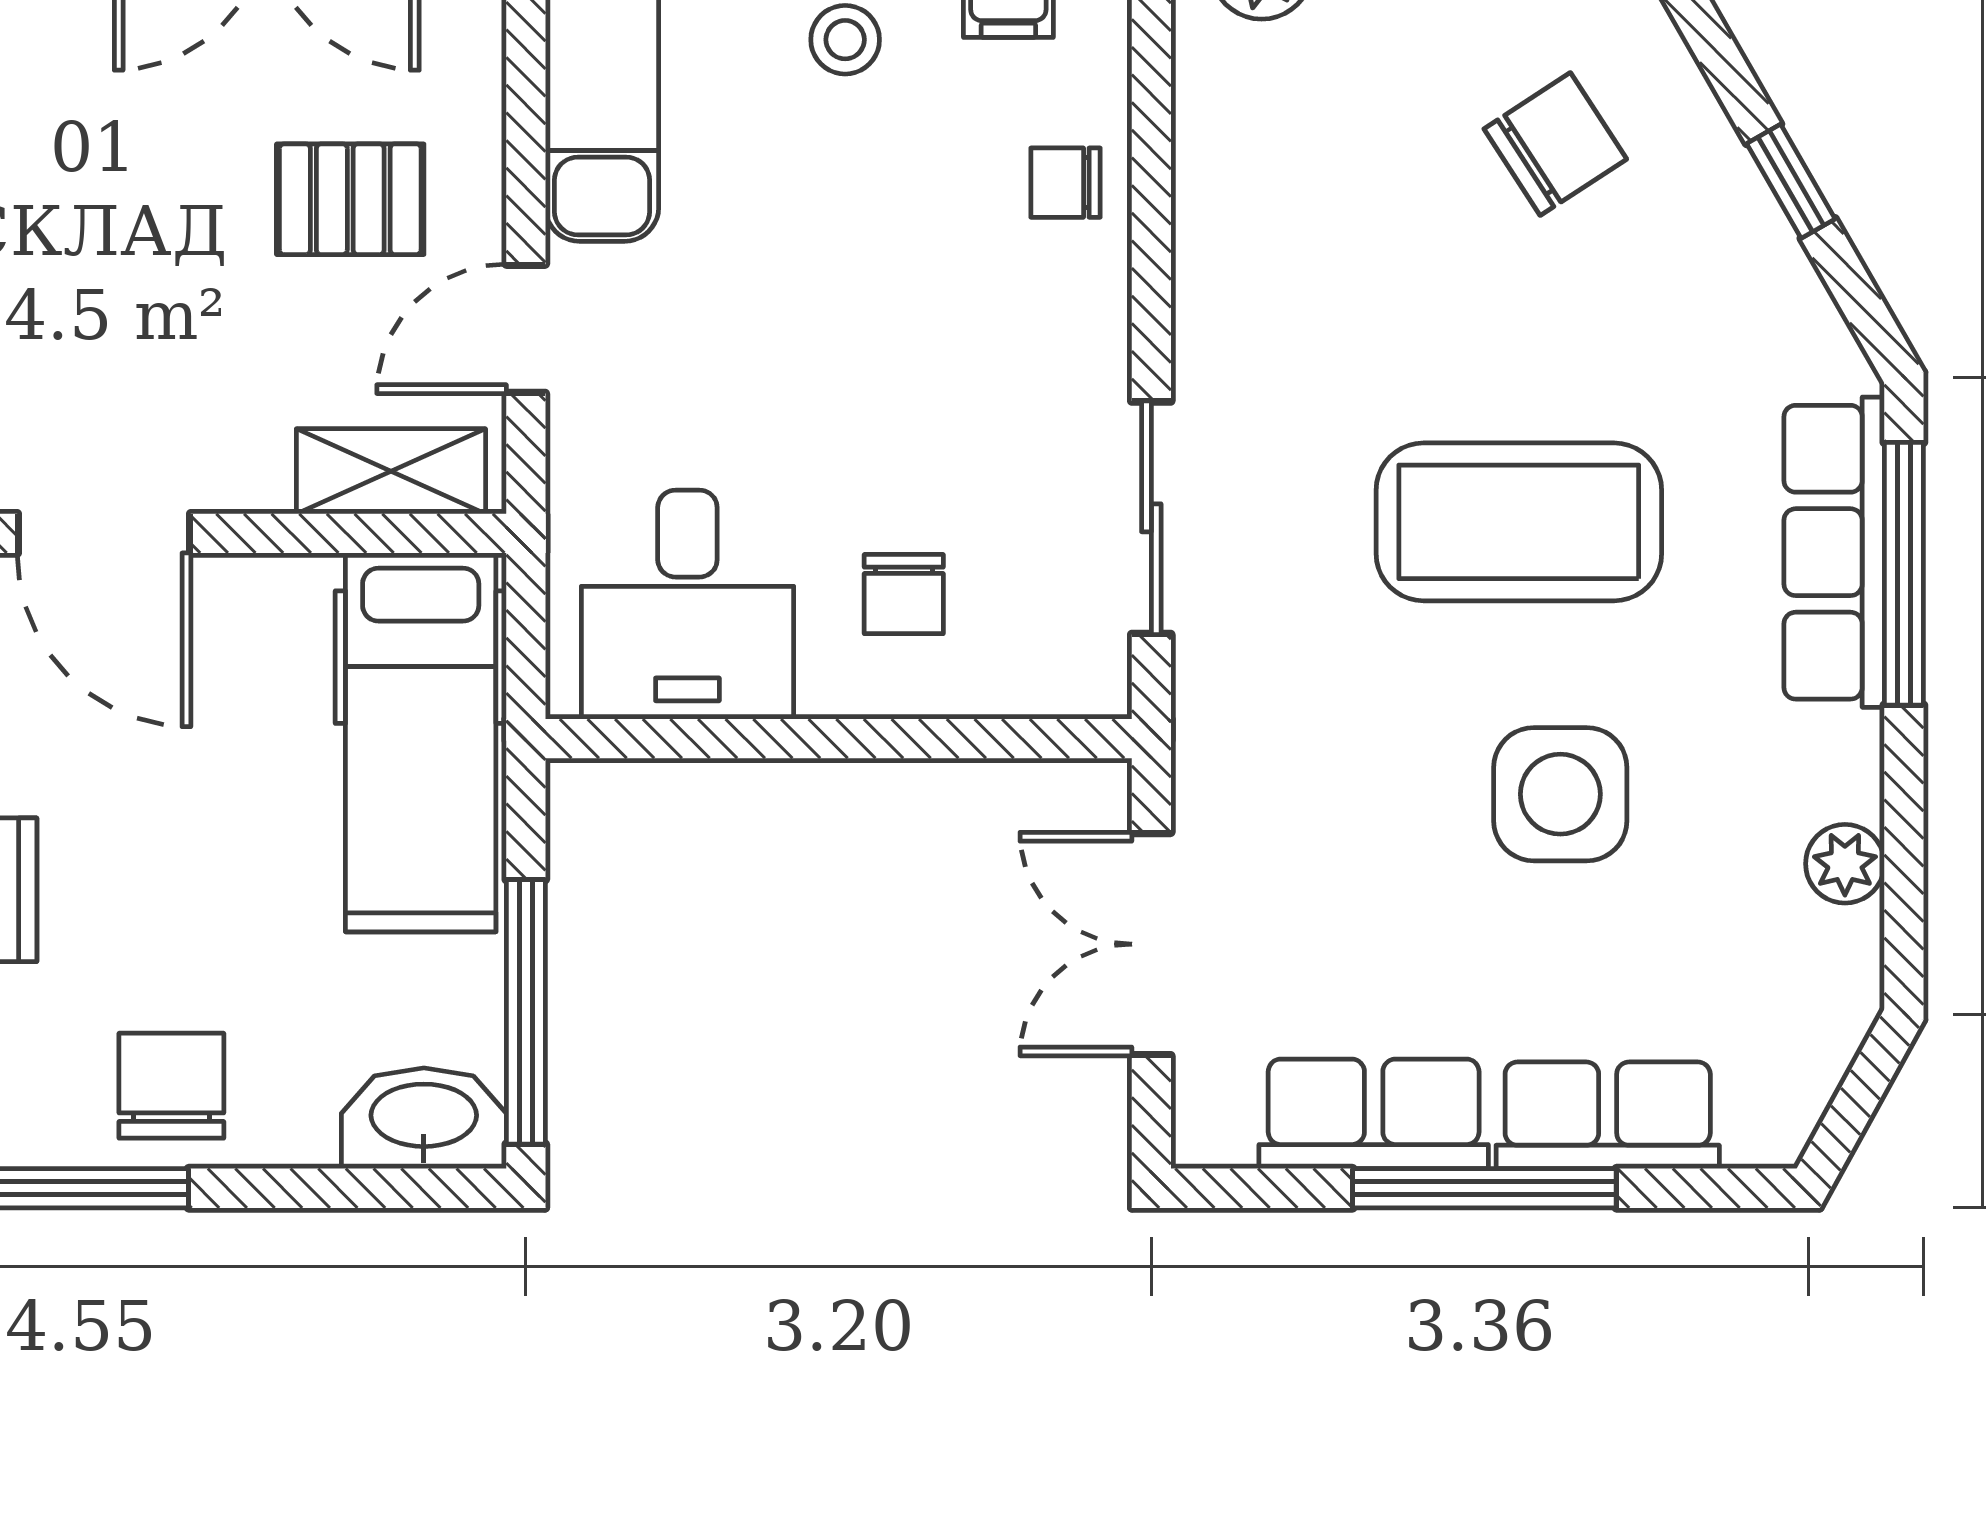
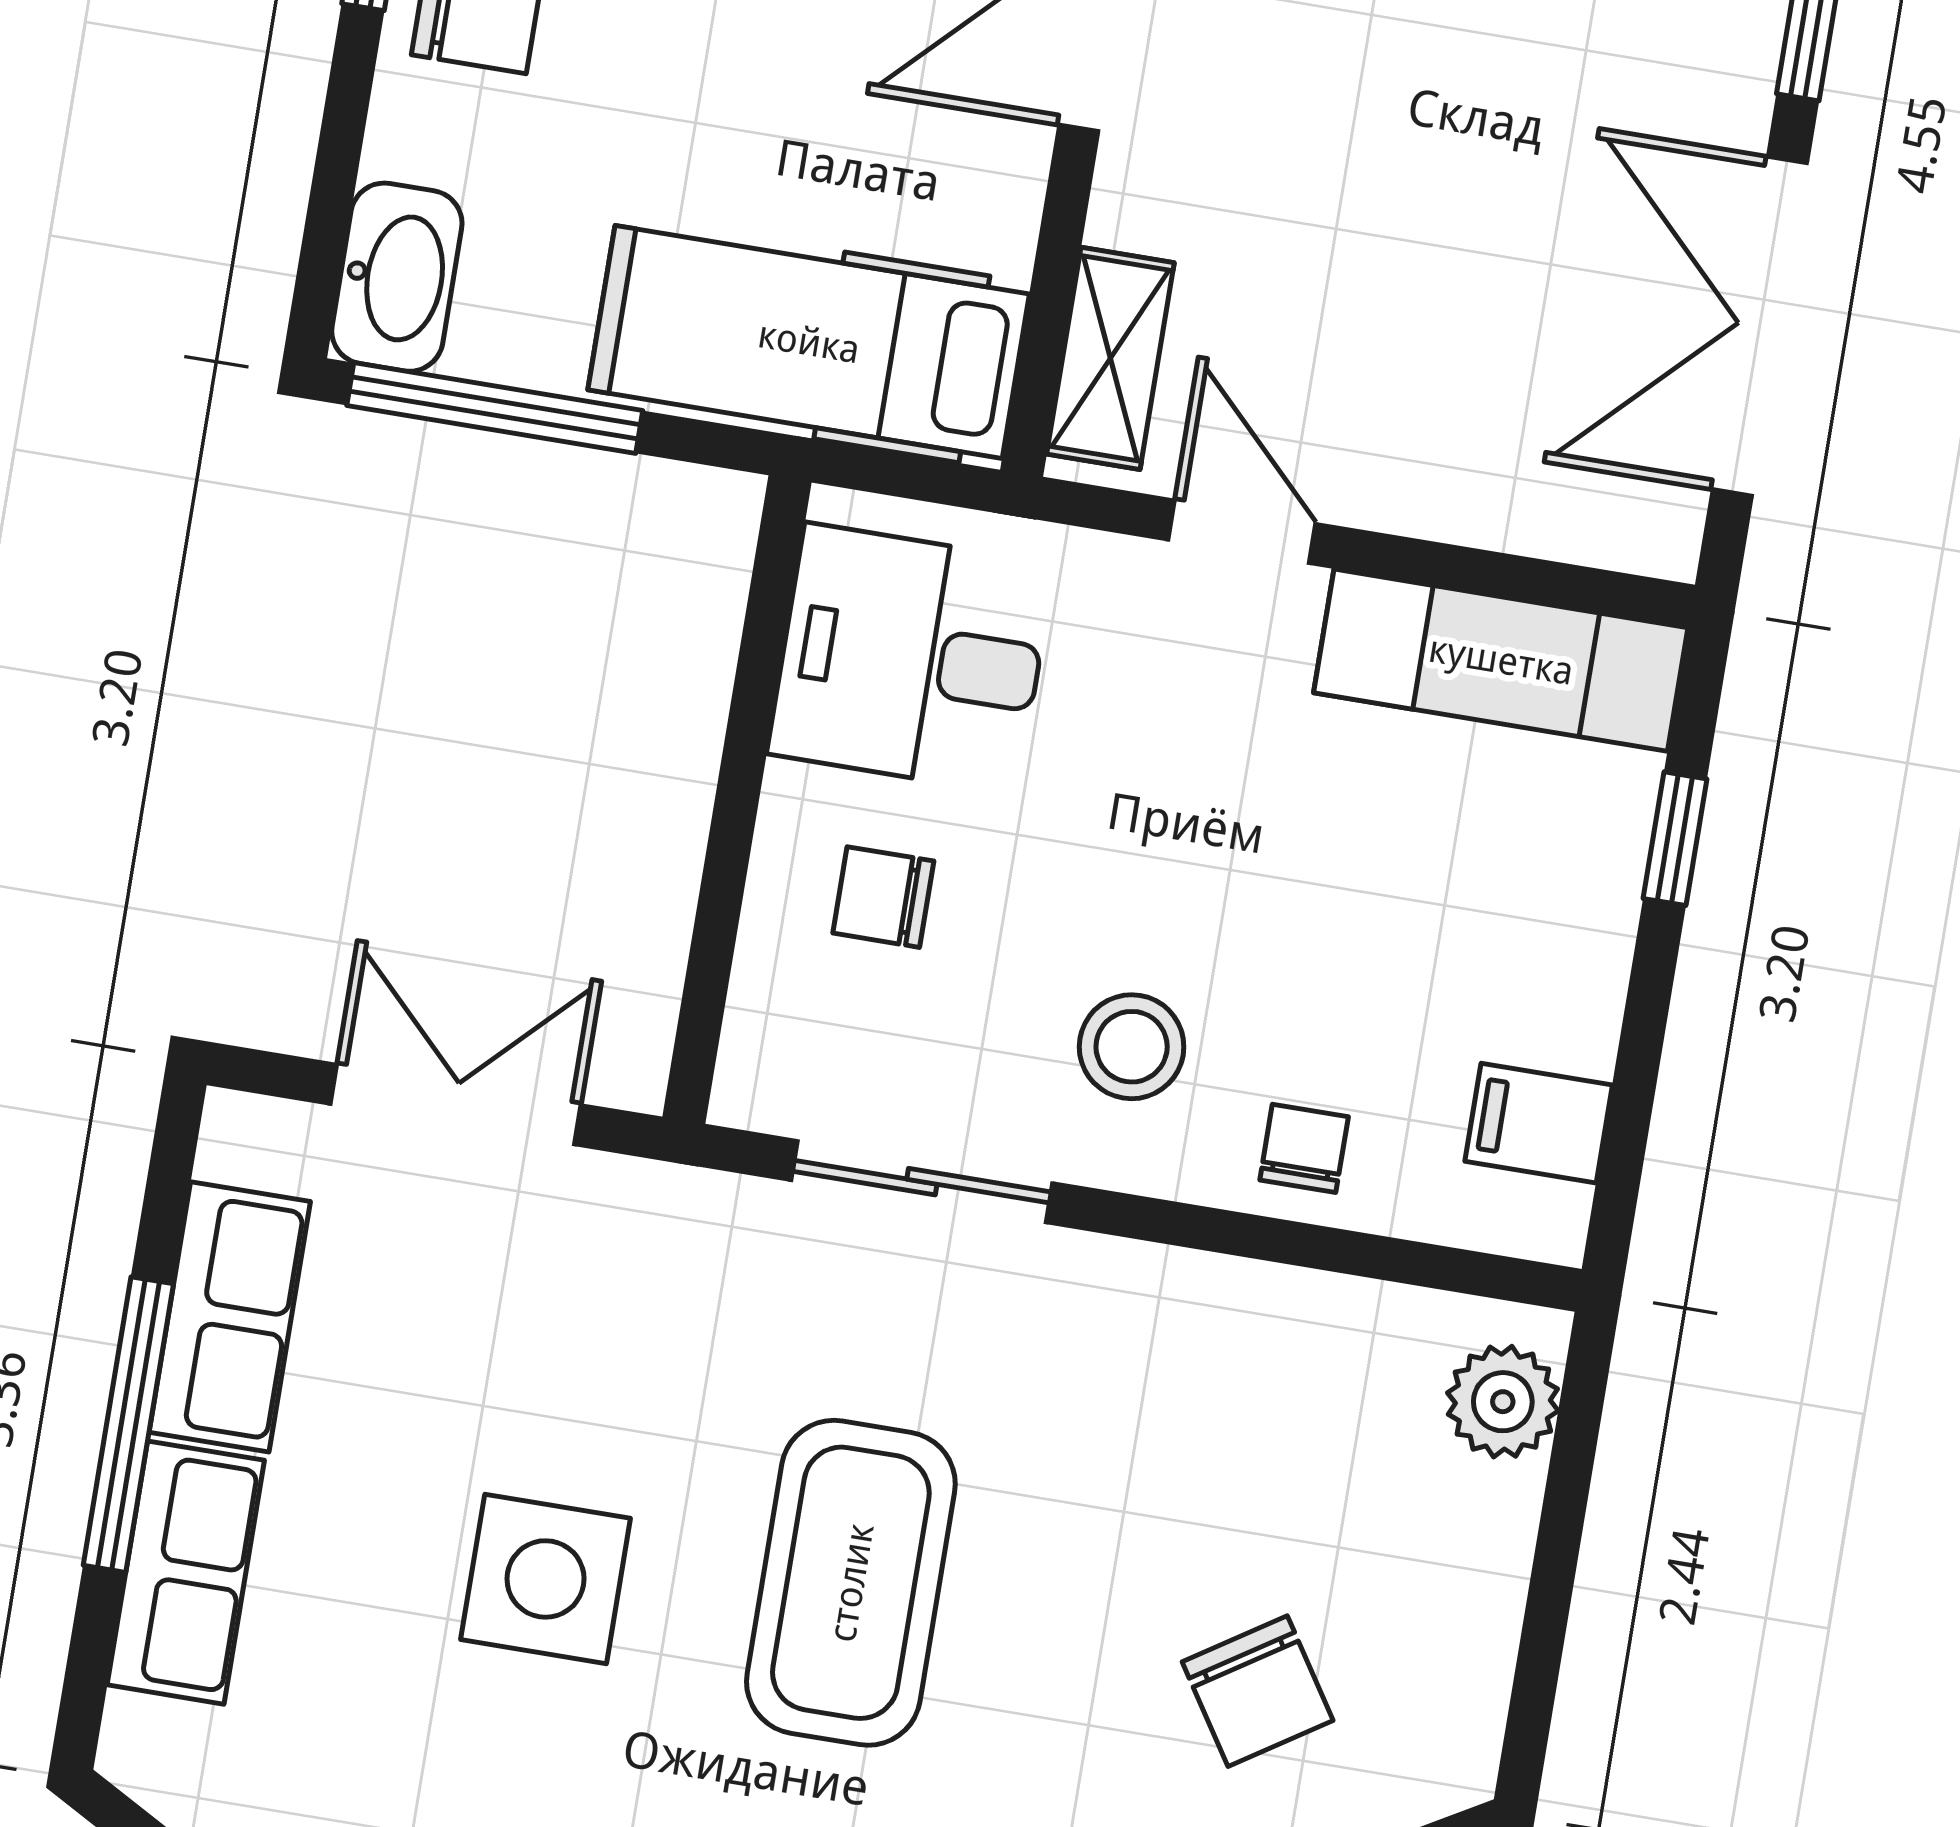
stool: (845, 40) -> (1132, 1047), moved, width x1.37, depth x1.37
pallet: (350, 199) -> (1415, 363), removed

